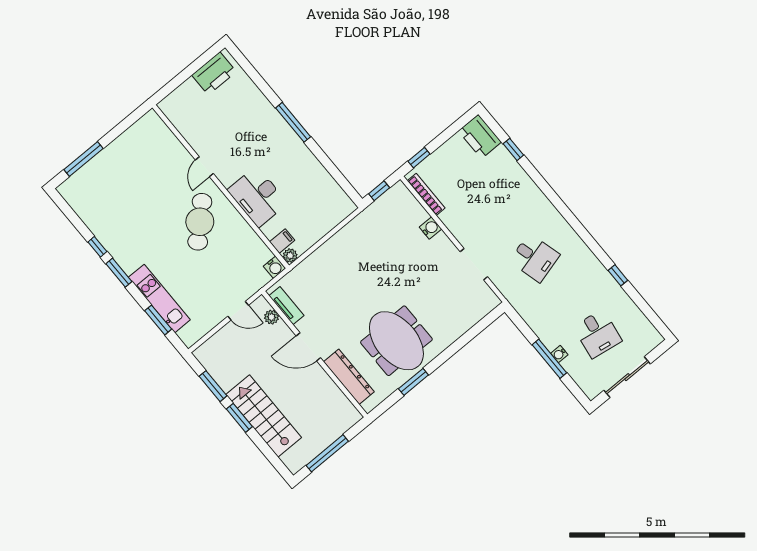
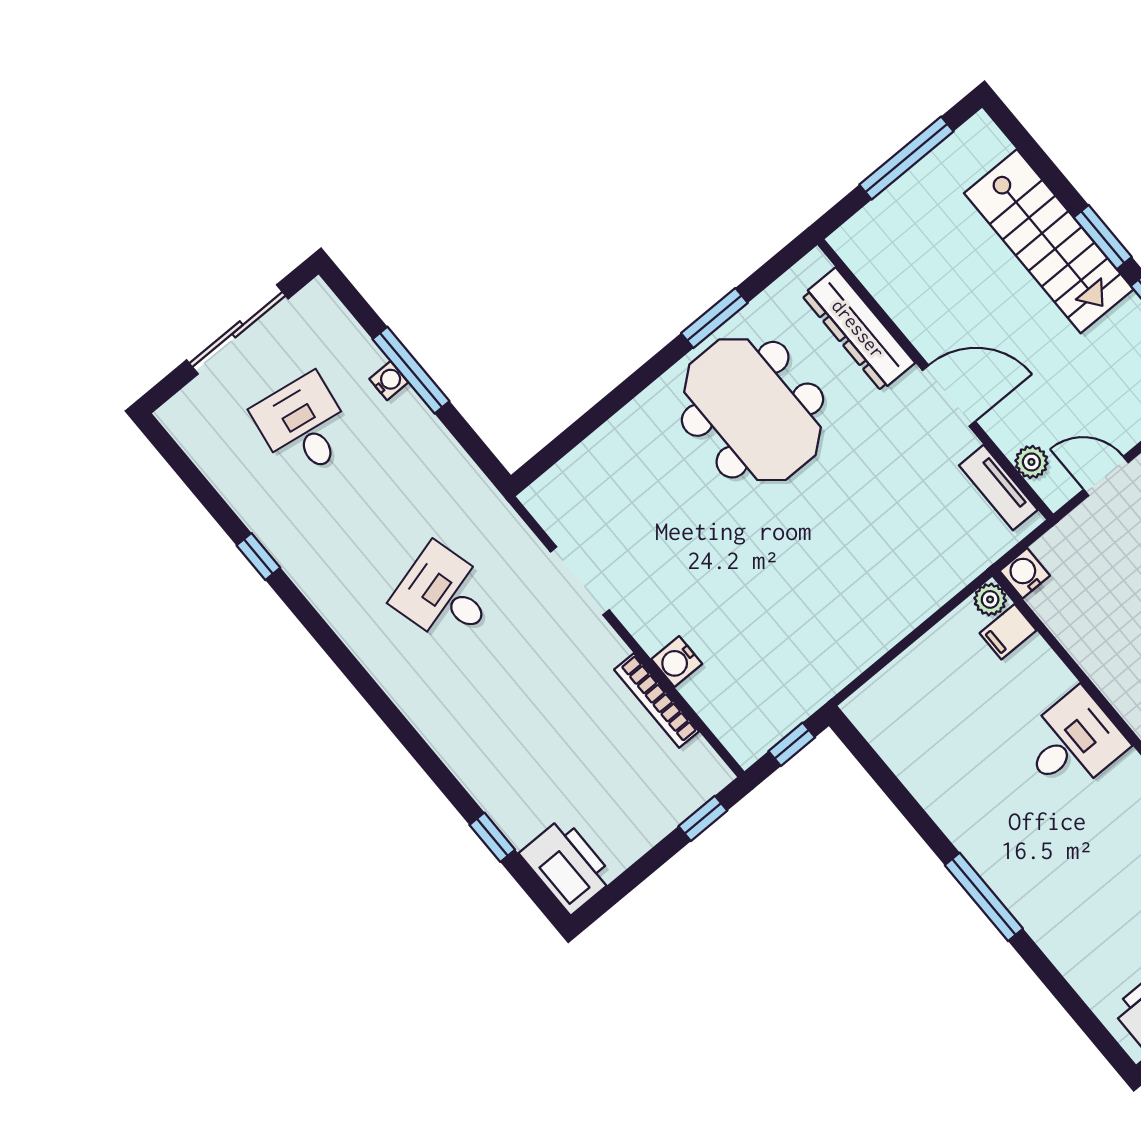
bookcase: (426, 194) -> (656, 700), moved
desk: (258, 197) -> (1073, 742), width x0.73

